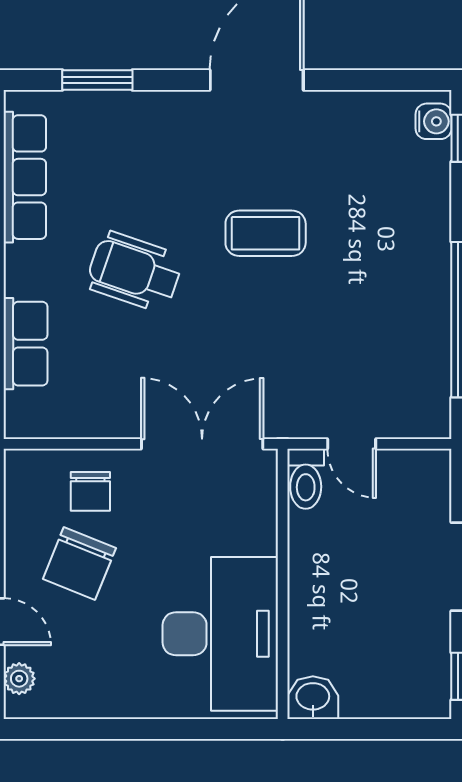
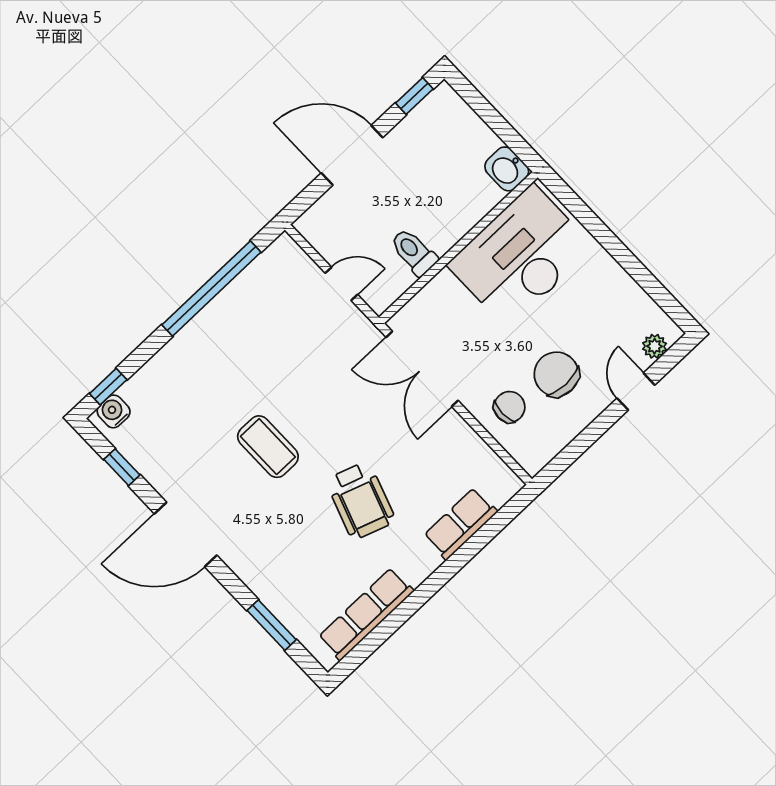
window: (375, 80) -> (122, 467), added
door: (352, 444) -> (341, 284), hinge flipped
toilet: (306, 479) -> (414, 252), moved, turned -90
chair: (79, 563) -> (556, 374), turned -112

